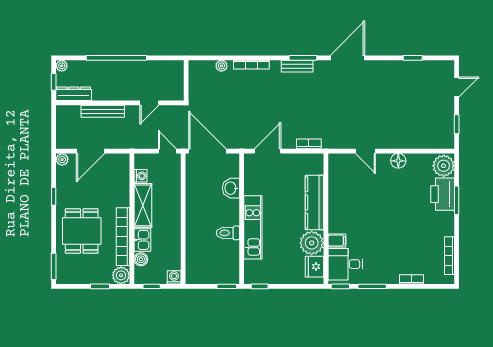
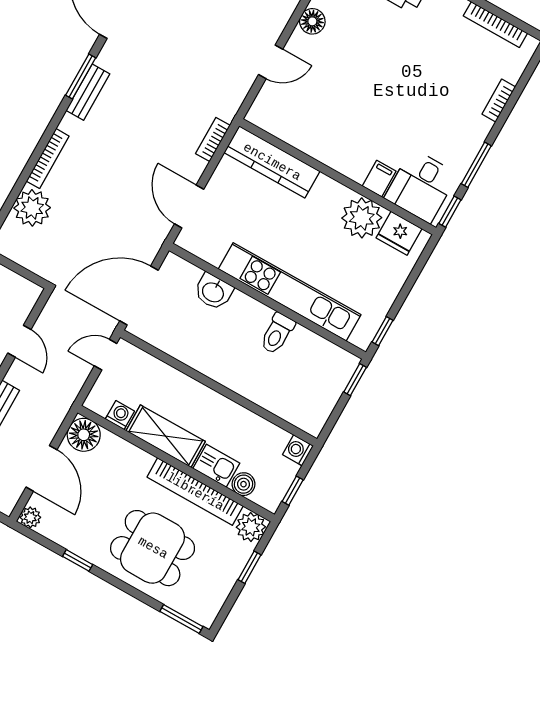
plant: (221, 66) -> (32, 208), width x1.87, depth x1.87
floor lamp: (120, 163) -> (84, 435), added
kitchen counter: (314, 202) -> (272, 162), moved
kitchen unit: (253, 227) -> (290, 292), width x1.36

